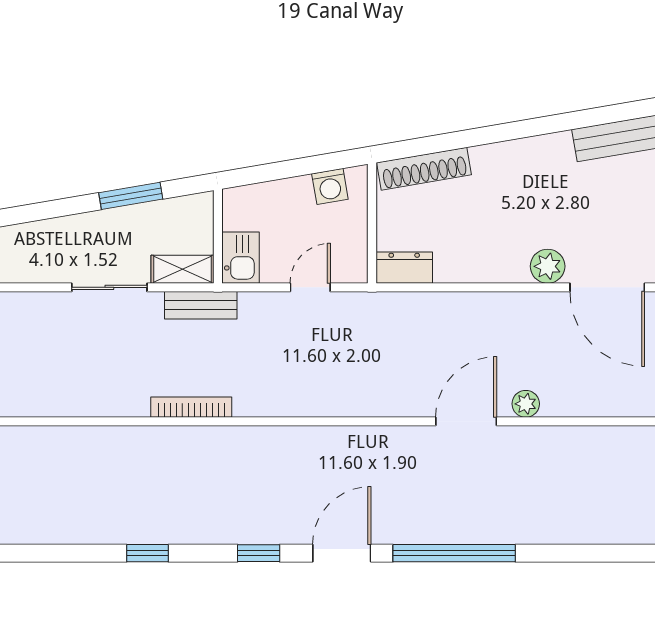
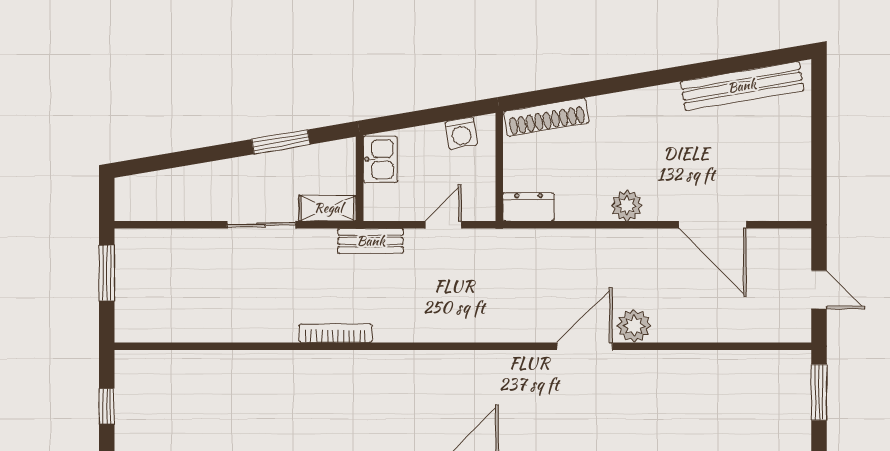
kitchen sink: (241, 258) -> (380, 159), moved
plant: (548, 266) -> (627, 206), moved
bench: (201, 305) -> (371, 241), moved
plant: (526, 404) -> (634, 326), width x1.38, depth x1.38

